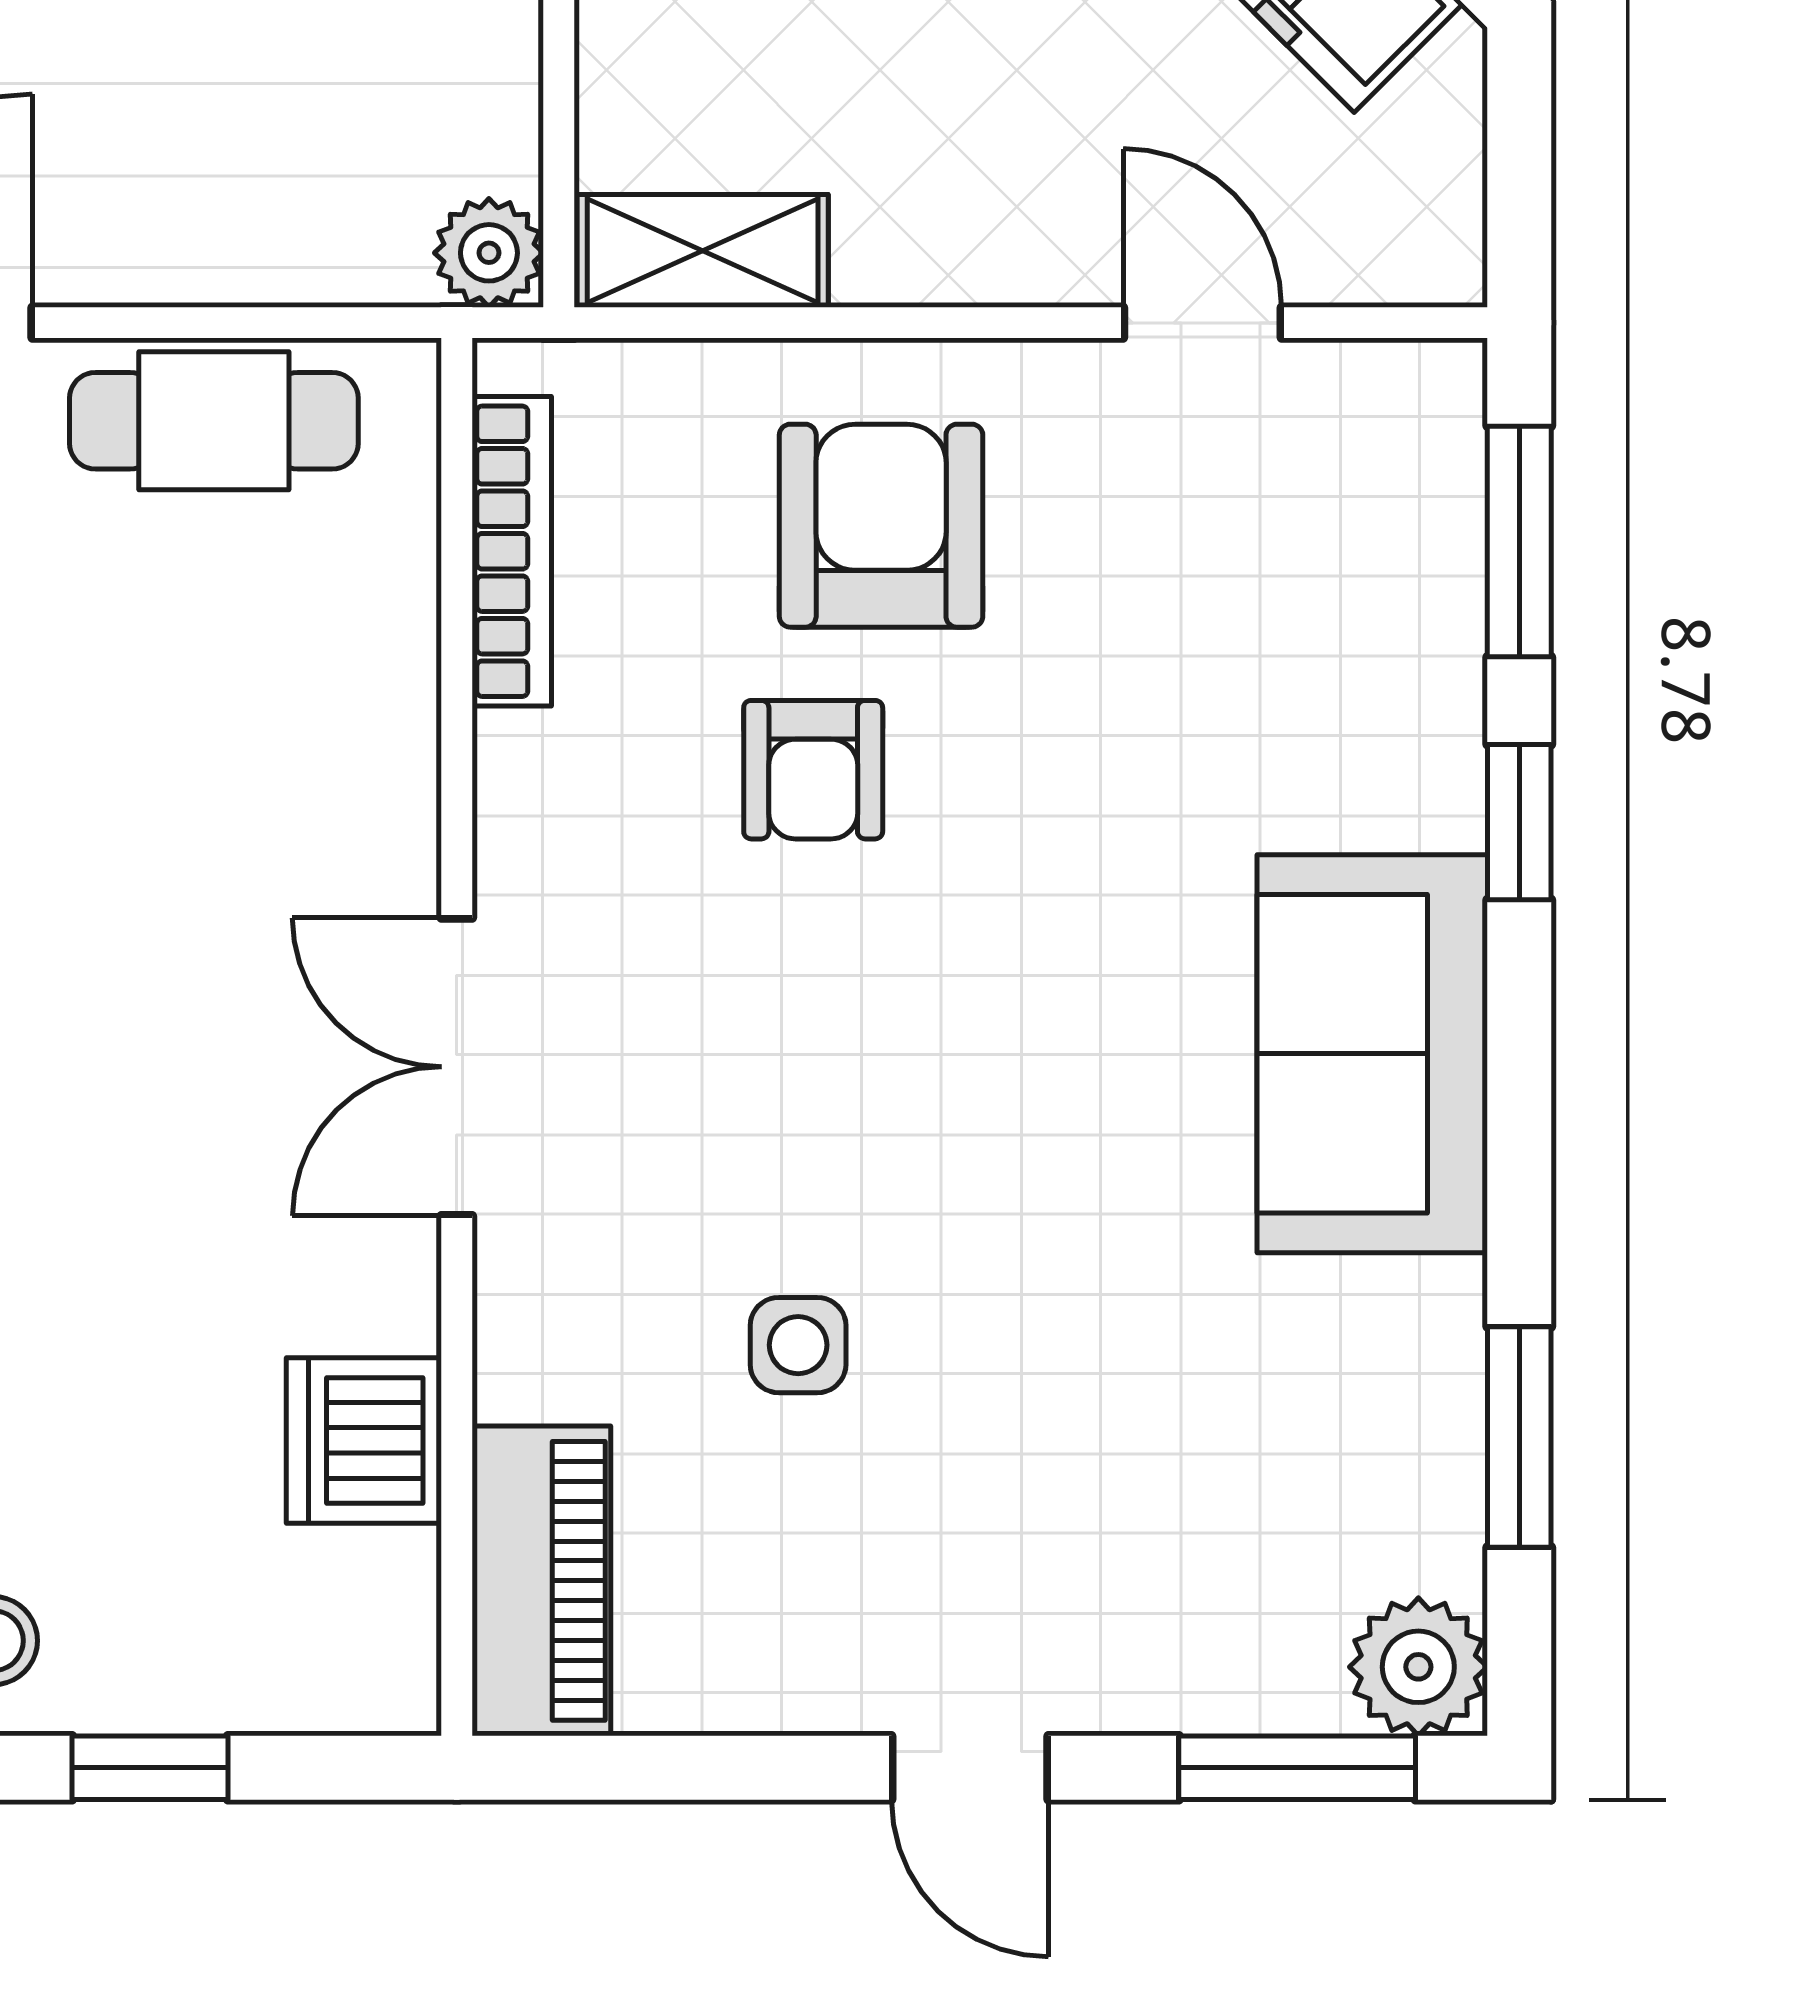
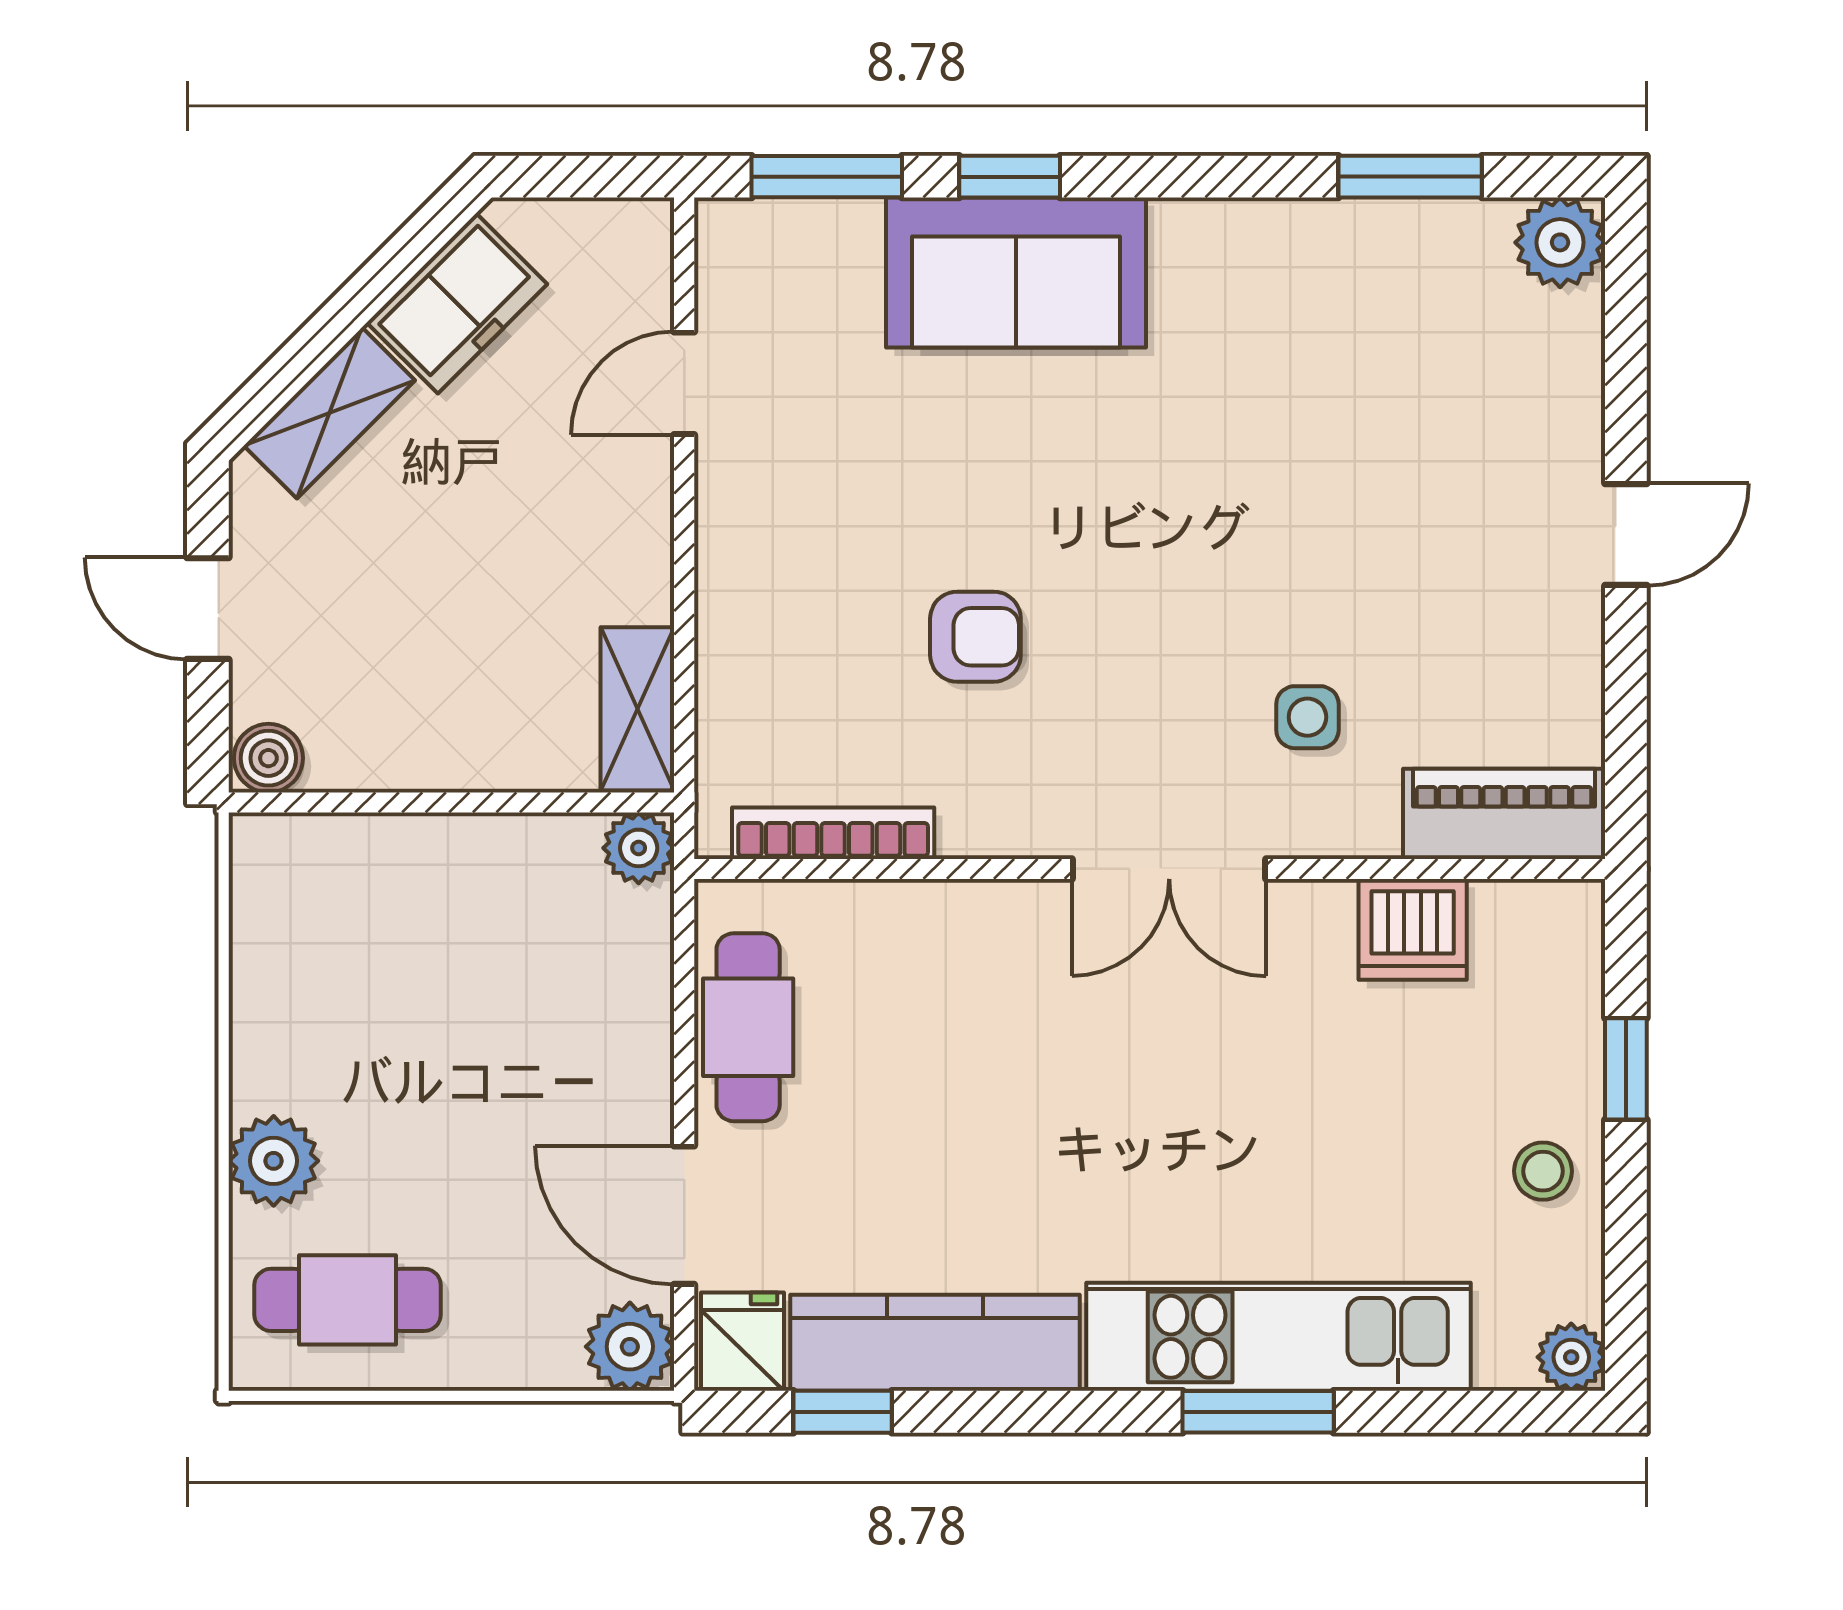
armchair: (881, 526) -> (816, 593), removed
sofa: (1372, 1054) -> (1016, 272), moved
side table: (798, 1345) -> (1307, 717), moved
window: (1297, 1768) -> (1626, 321), removed

